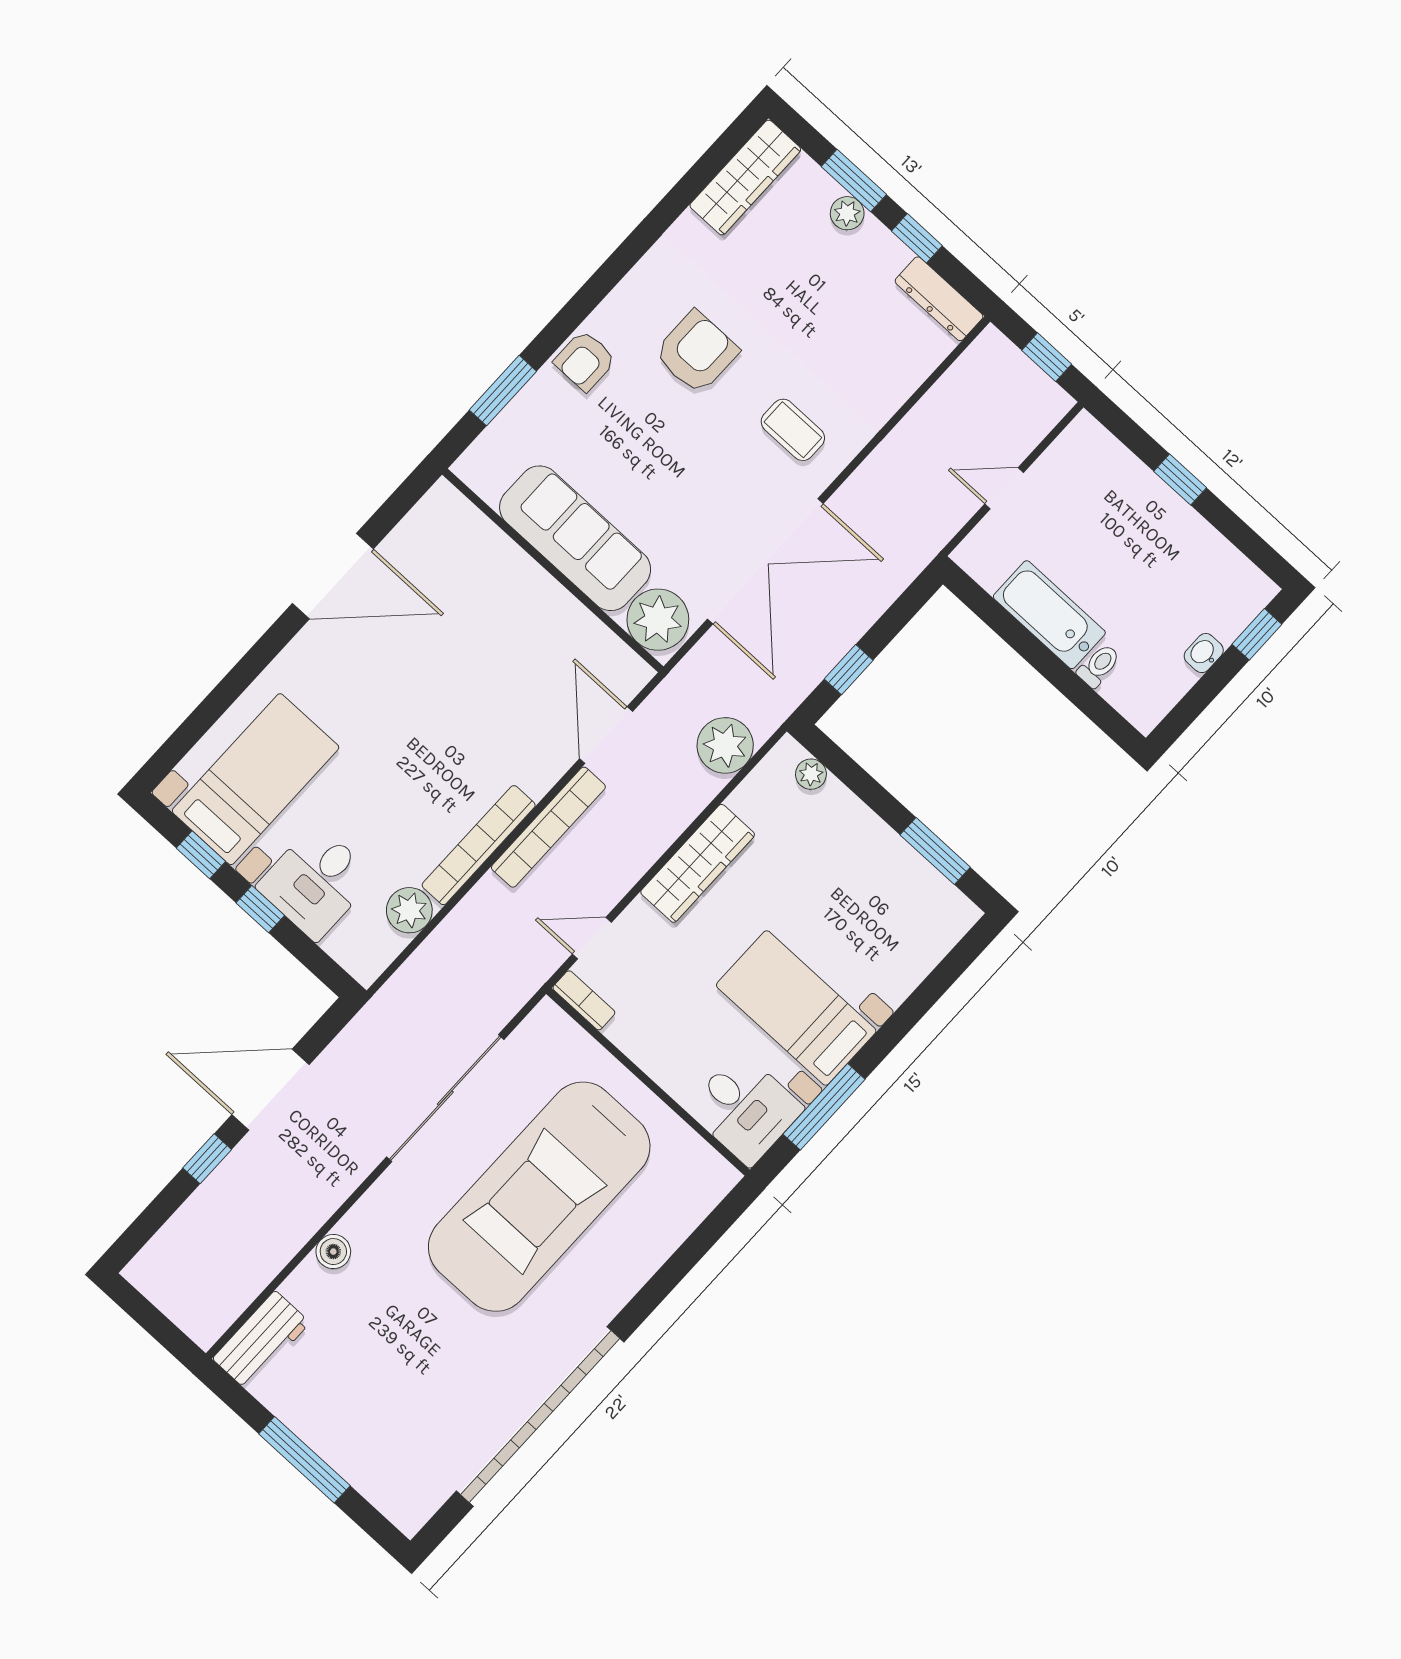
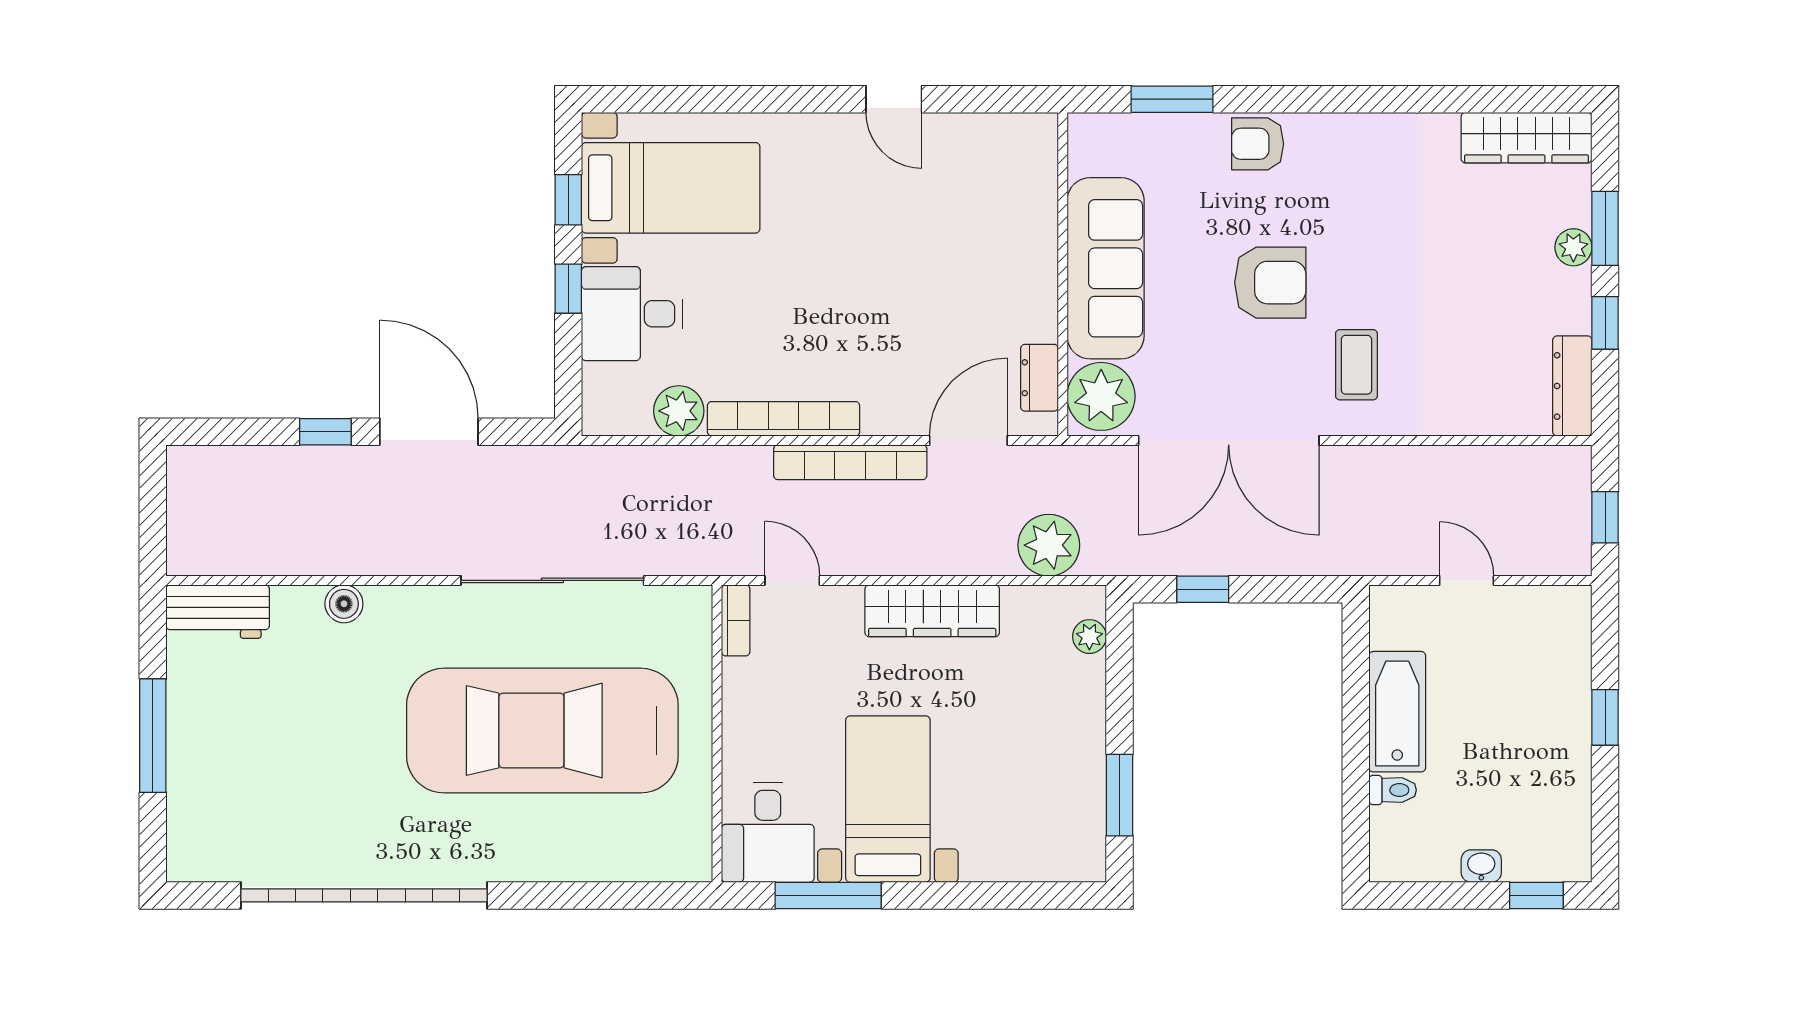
armchair: (696, 352) -> (1270, 283), moved
door: (333, 576) -> (894, 99), width x0.53
dresser: (608, 649) -> (1039, 378), added

